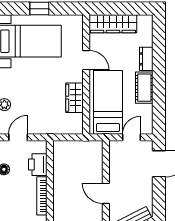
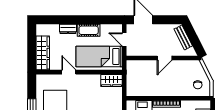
door: (86, 60) -> (69, 72), hinge flipped
wardrobe: (75, 98) -> (111, 80), moved

